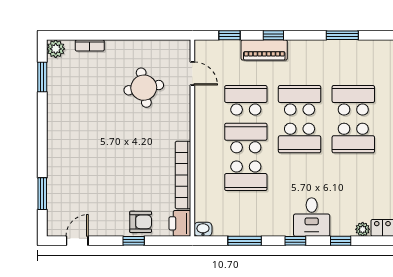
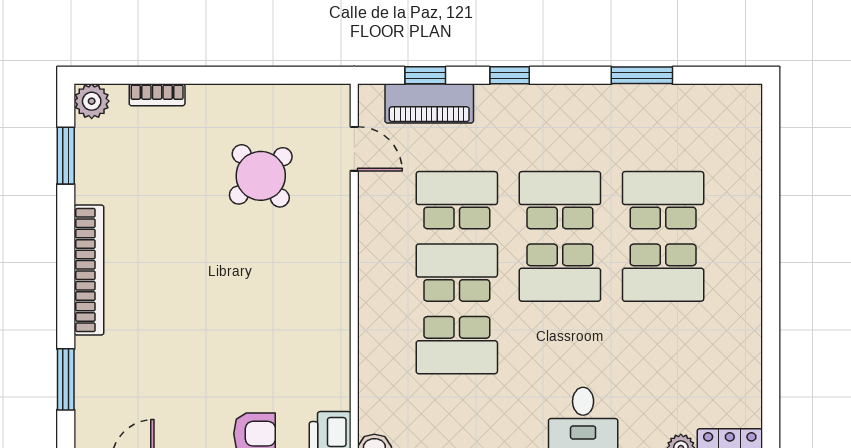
piano: (264, 50) -> (429, 103), moved
round table: (144, 88) -> (261, 176), turned -31
bookcase: (183, 175) -> (89, 270), moved, turned 180

